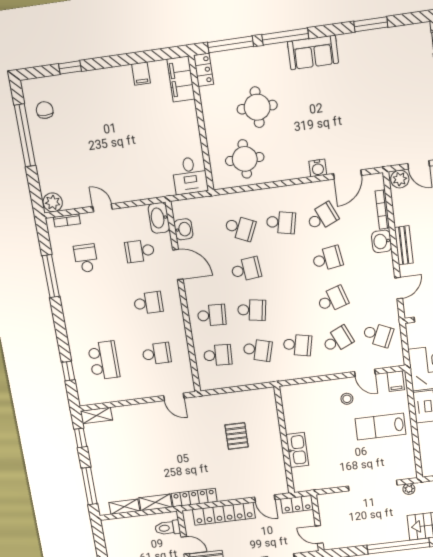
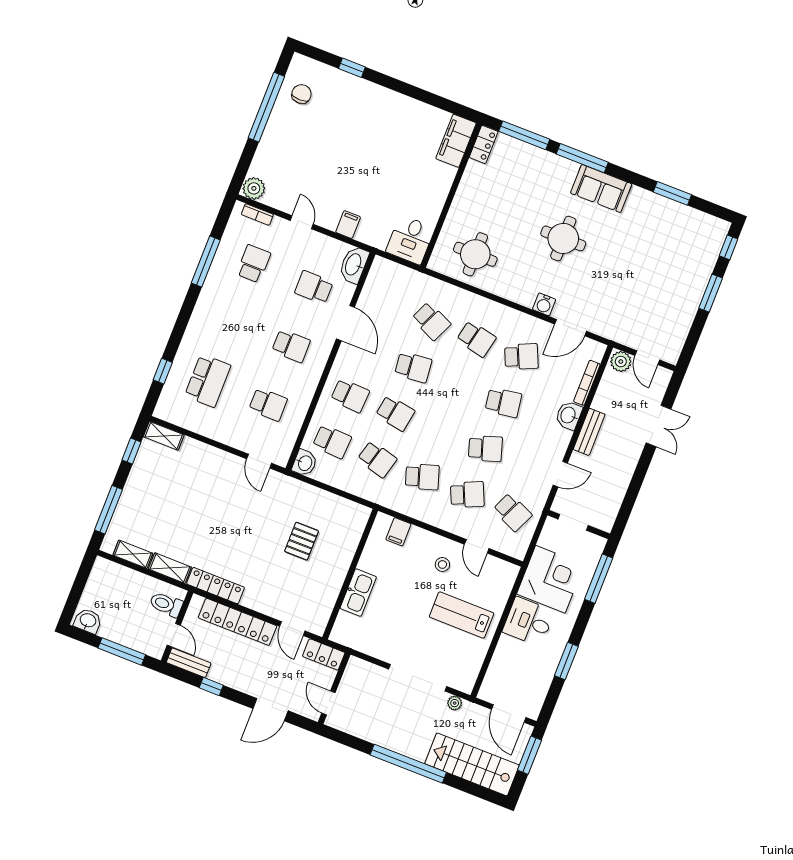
filing cabinet: (141, 74) -> (348, 225), moved, turned 180
round table: (257, 107) -> (563, 238), moved
washbasin: (183, 229) -> (305, 463), moved
school desk: (297, 345) -> (422, 477), turned -30
filing cabinet: (396, 381) -> (398, 532), moved

